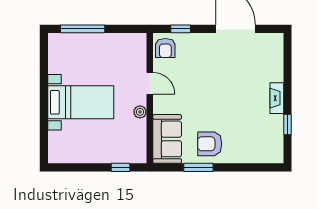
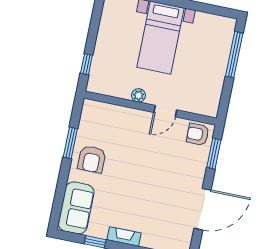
window: (181, 29) -> (214, 154), width x1.50
sofa: (167, 139) -> (76, 208), moved, turned -90
armchair: (210, 144) -> (92, 159), turned 180

